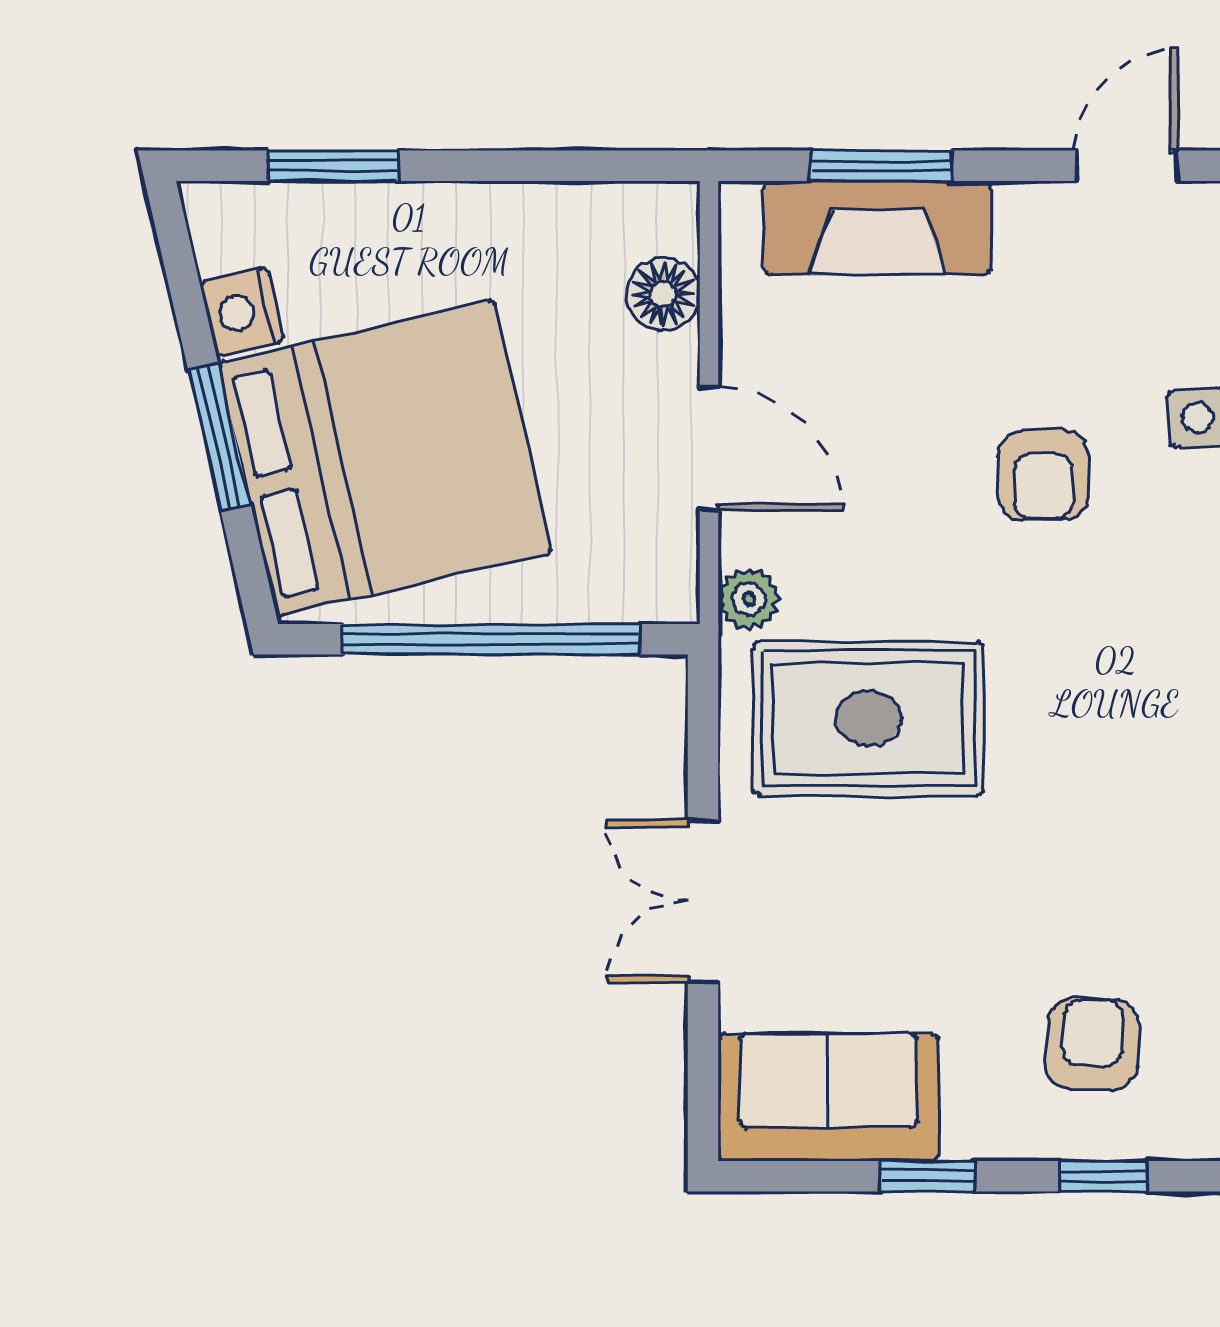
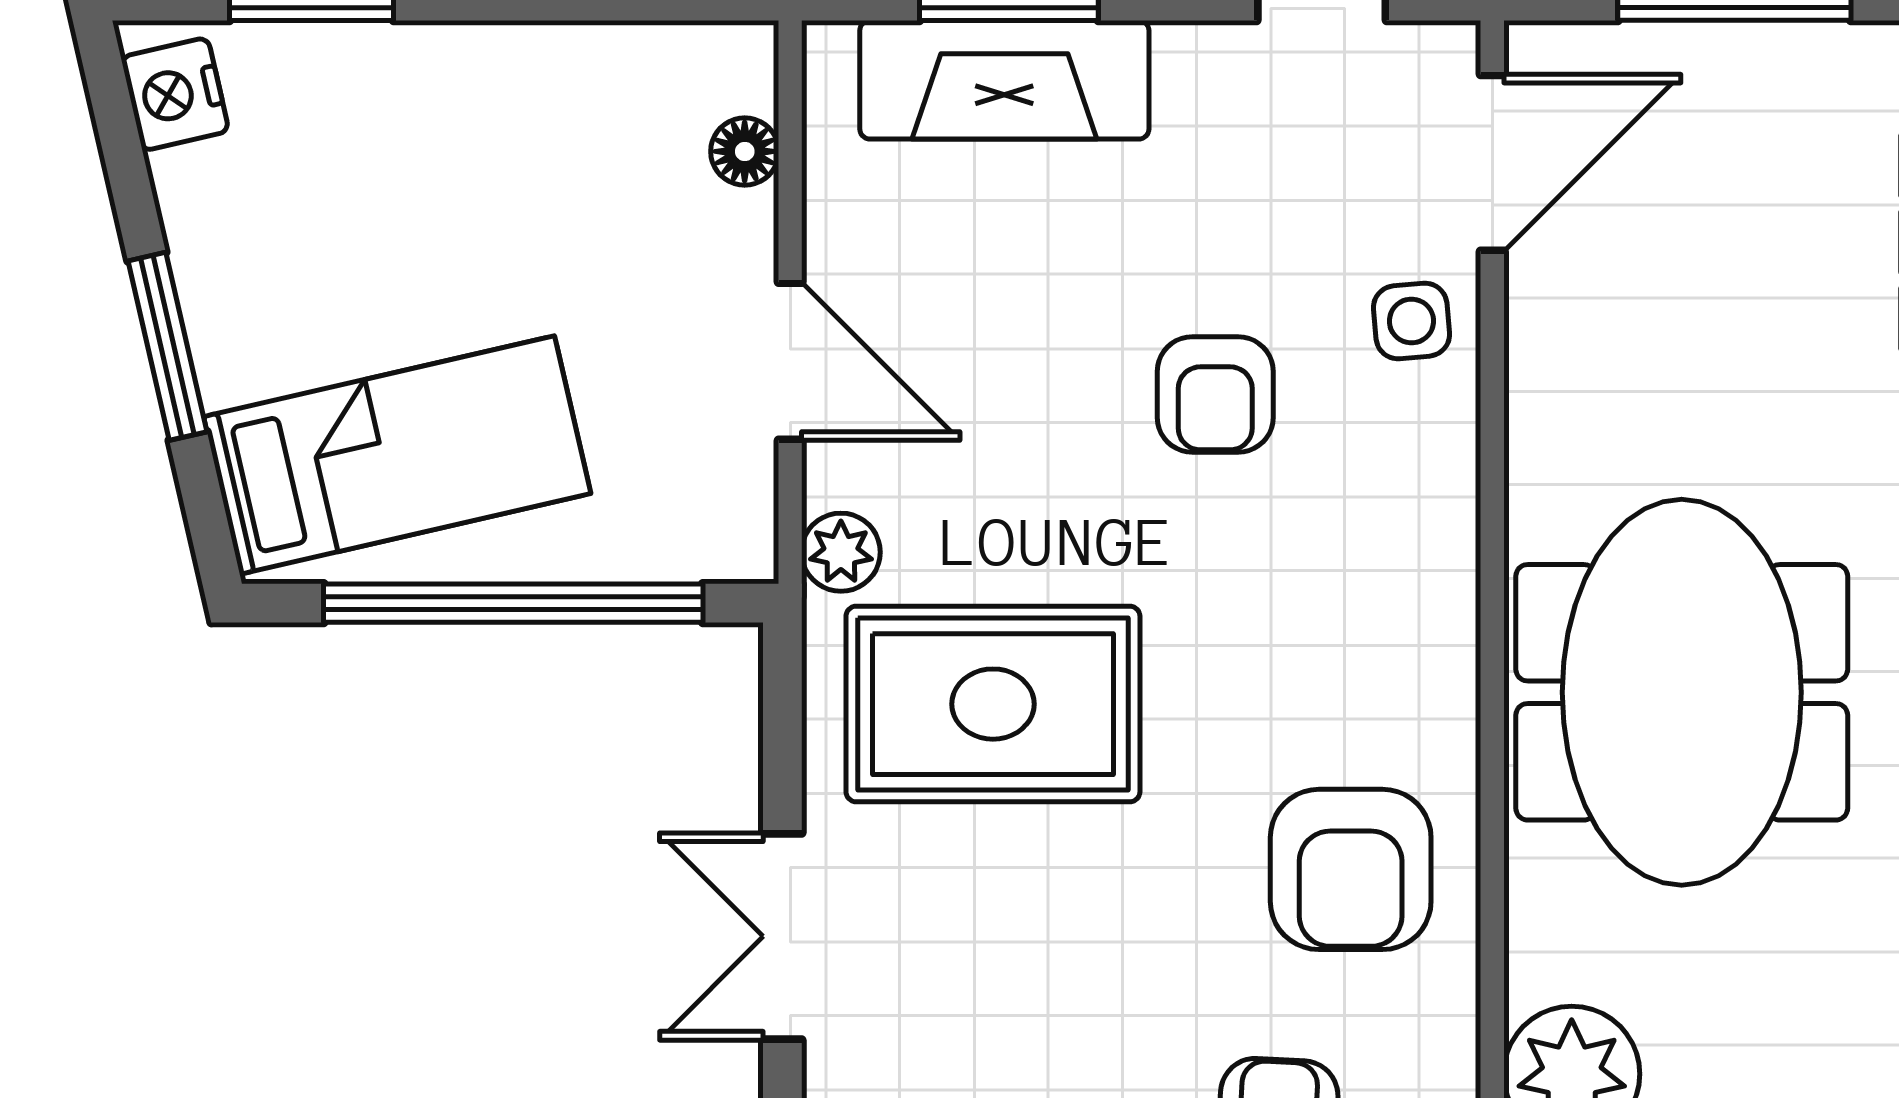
floor lamp: (663, 294) -> (745, 151), width x0.73, depth x0.73
nightstand: (242, 312) -> (175, 94), moved
bed: (385, 458) -> (397, 455), width x0.49
armchair: (1150, 849) -> (1351, 869), added

